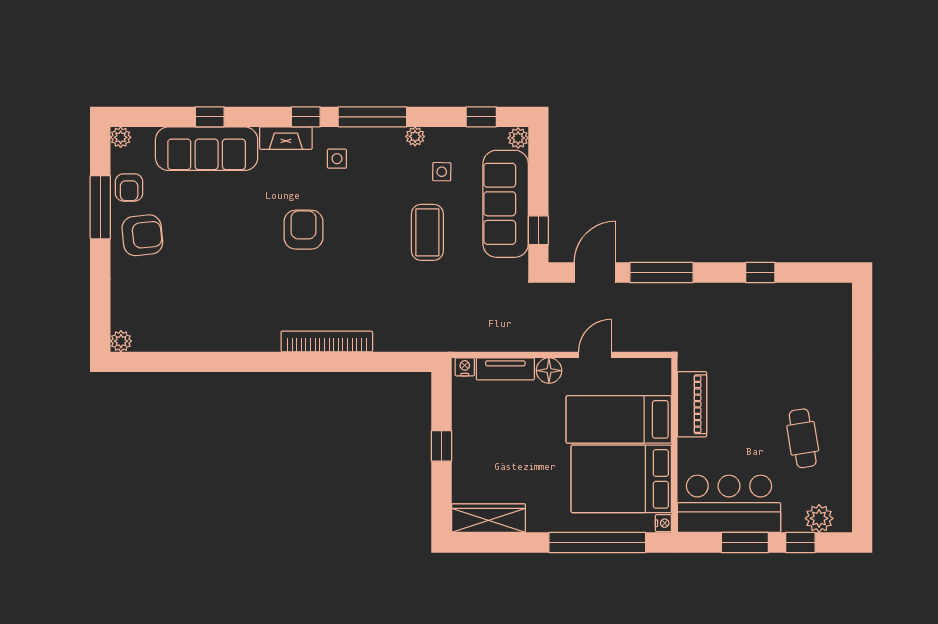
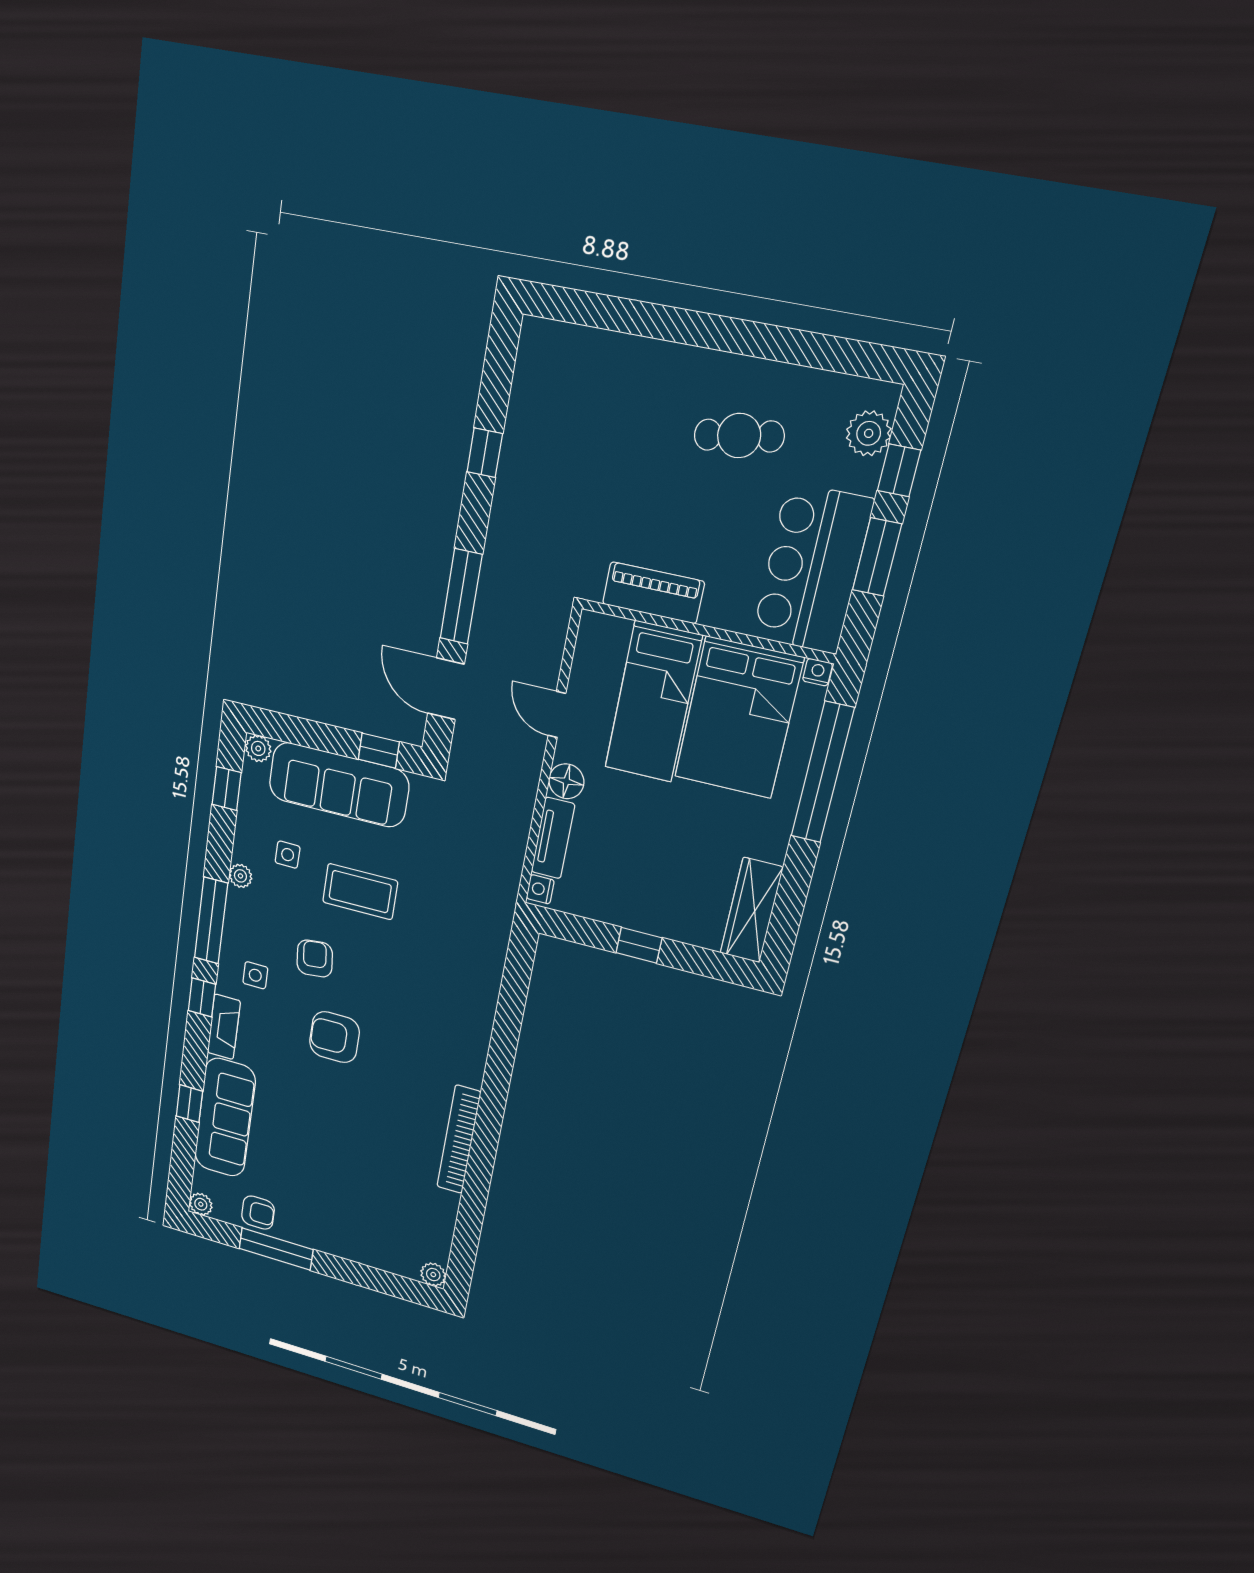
armchair: (142, 235) -> (315, 959), moved, width x0.72, depth x0.72
bookcase: (327, 341) -> (459, 1139), moved

